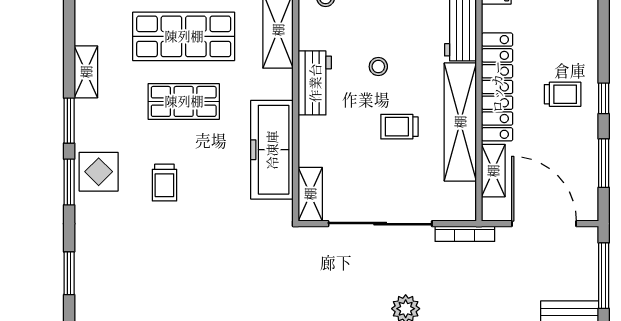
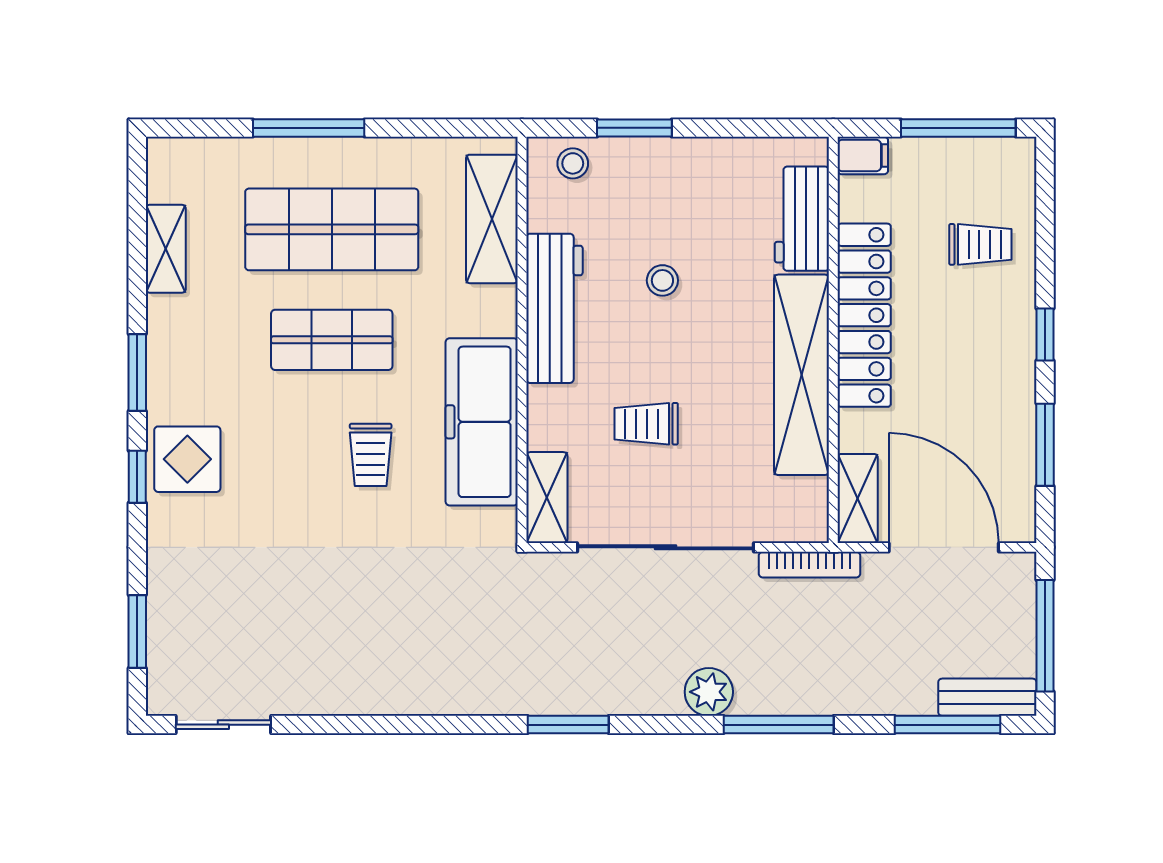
shelving: (86, 72) -> (166, 249), moved
workbench: (315, 83) -> (554, 308), width x1.37
trolley: (563, 94) -> (980, 244), moved
trolley: (399, 127) -> (646, 424), moved
shelving: (493, 171) -> (858, 498), moved
window: (69, 182) -> (137, 477), width x0.67
trolley: (164, 183) -> (371, 455), moved

